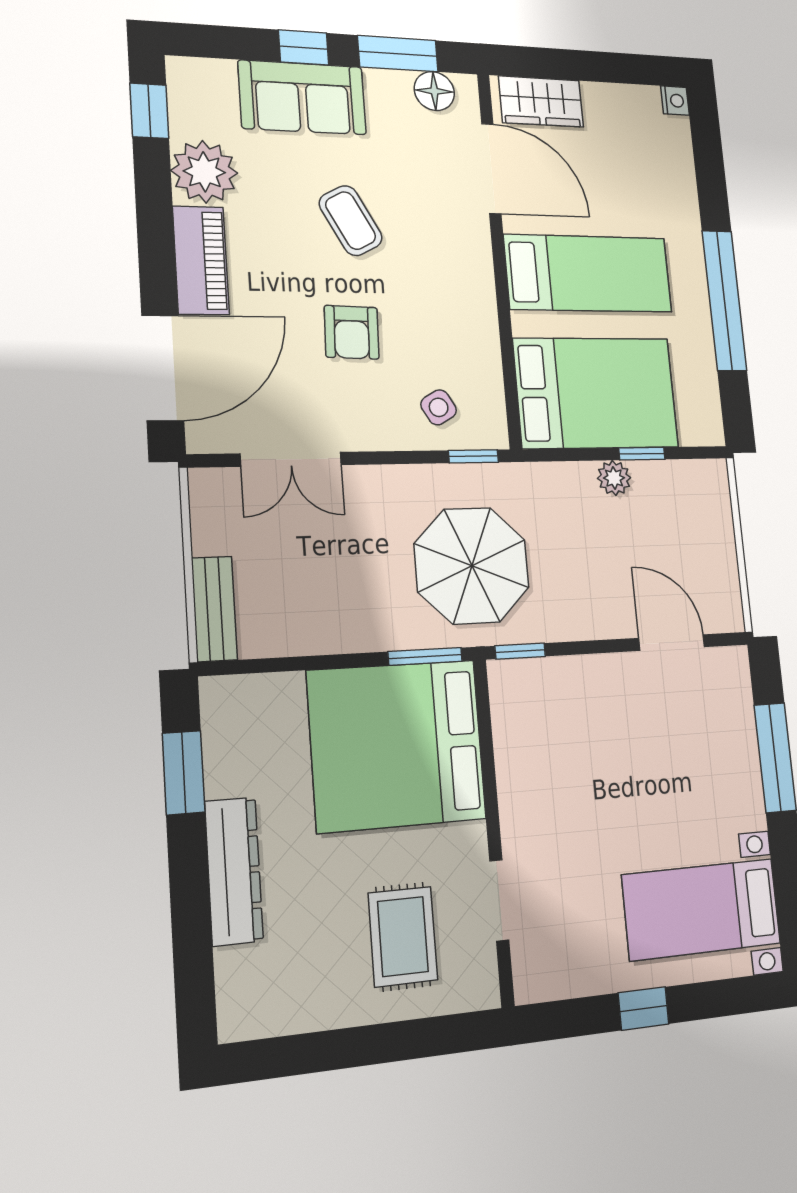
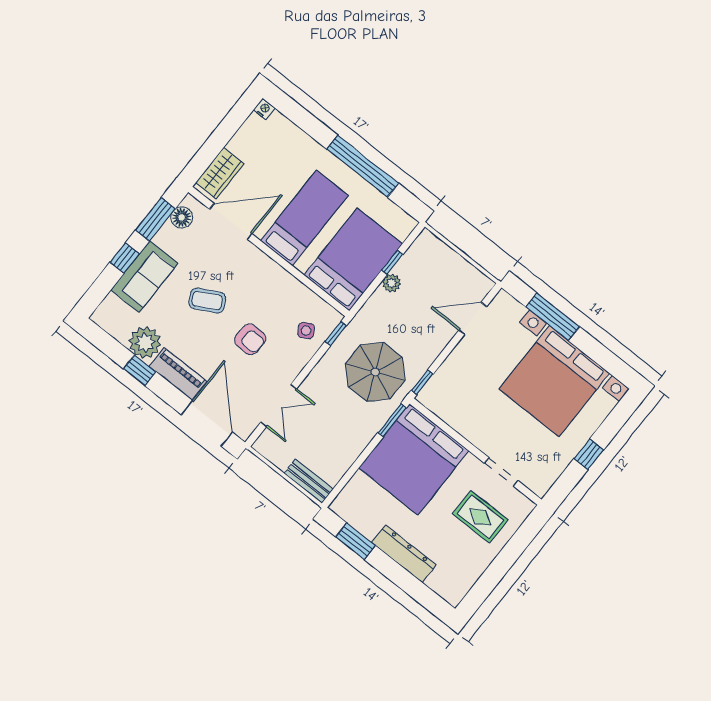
window: (149, 111) -> (140, 370), moved
bed with nightstands: (702, 909) -> (554, 381), width x1.85

